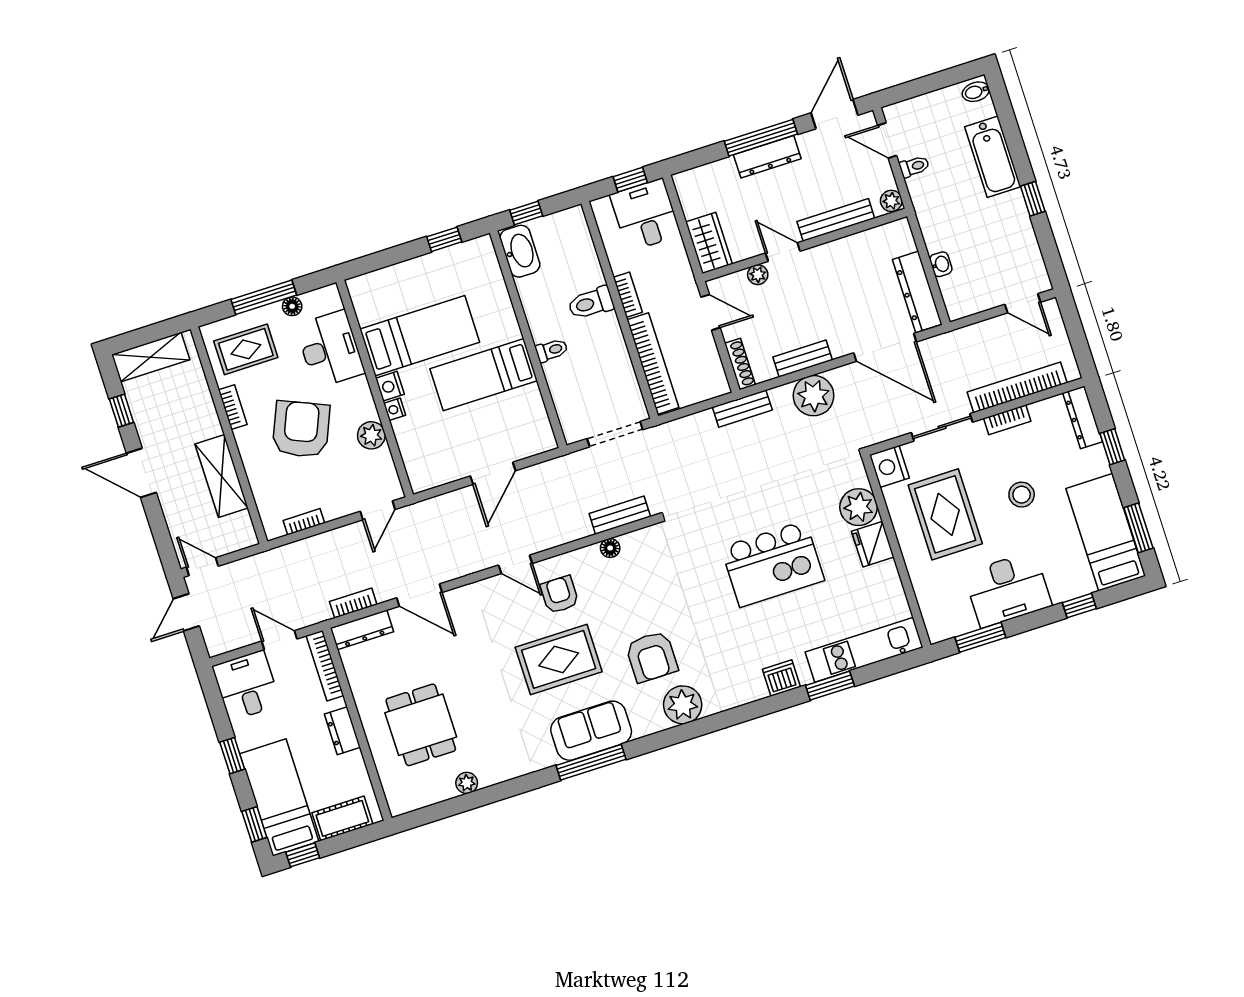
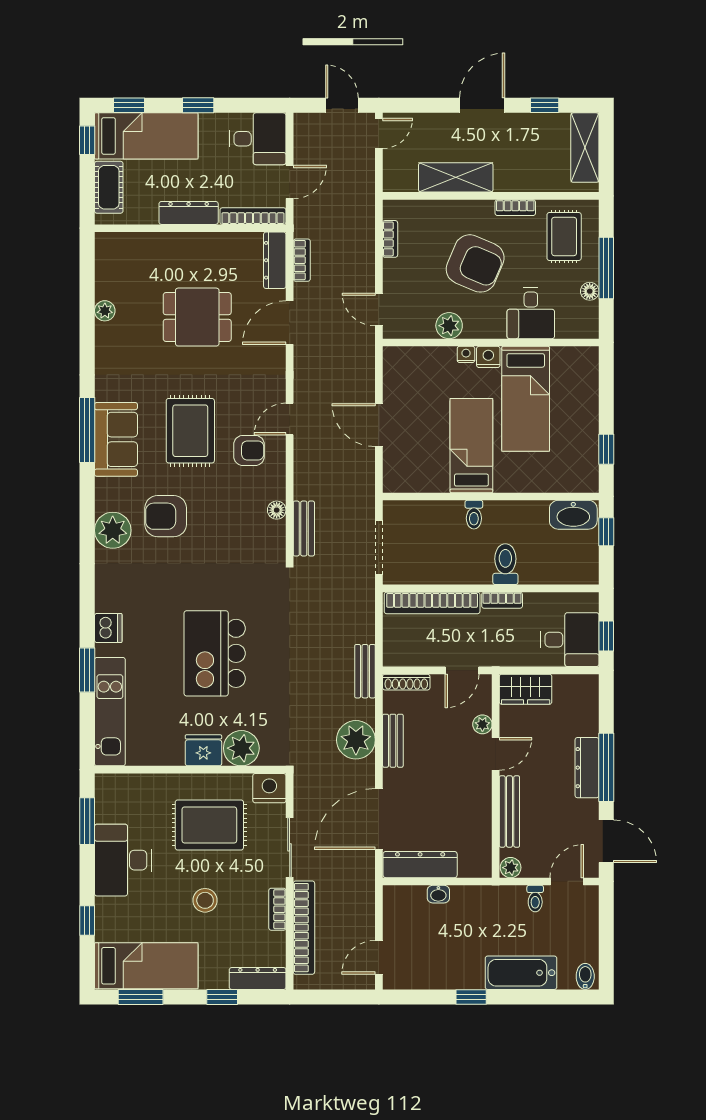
desk: (330, 349) -> (531, 313), width x0.73
dining table: (421, 725) -> (197, 317), moved
dresser: (342, 731) -> (189, 213), width x1.44

